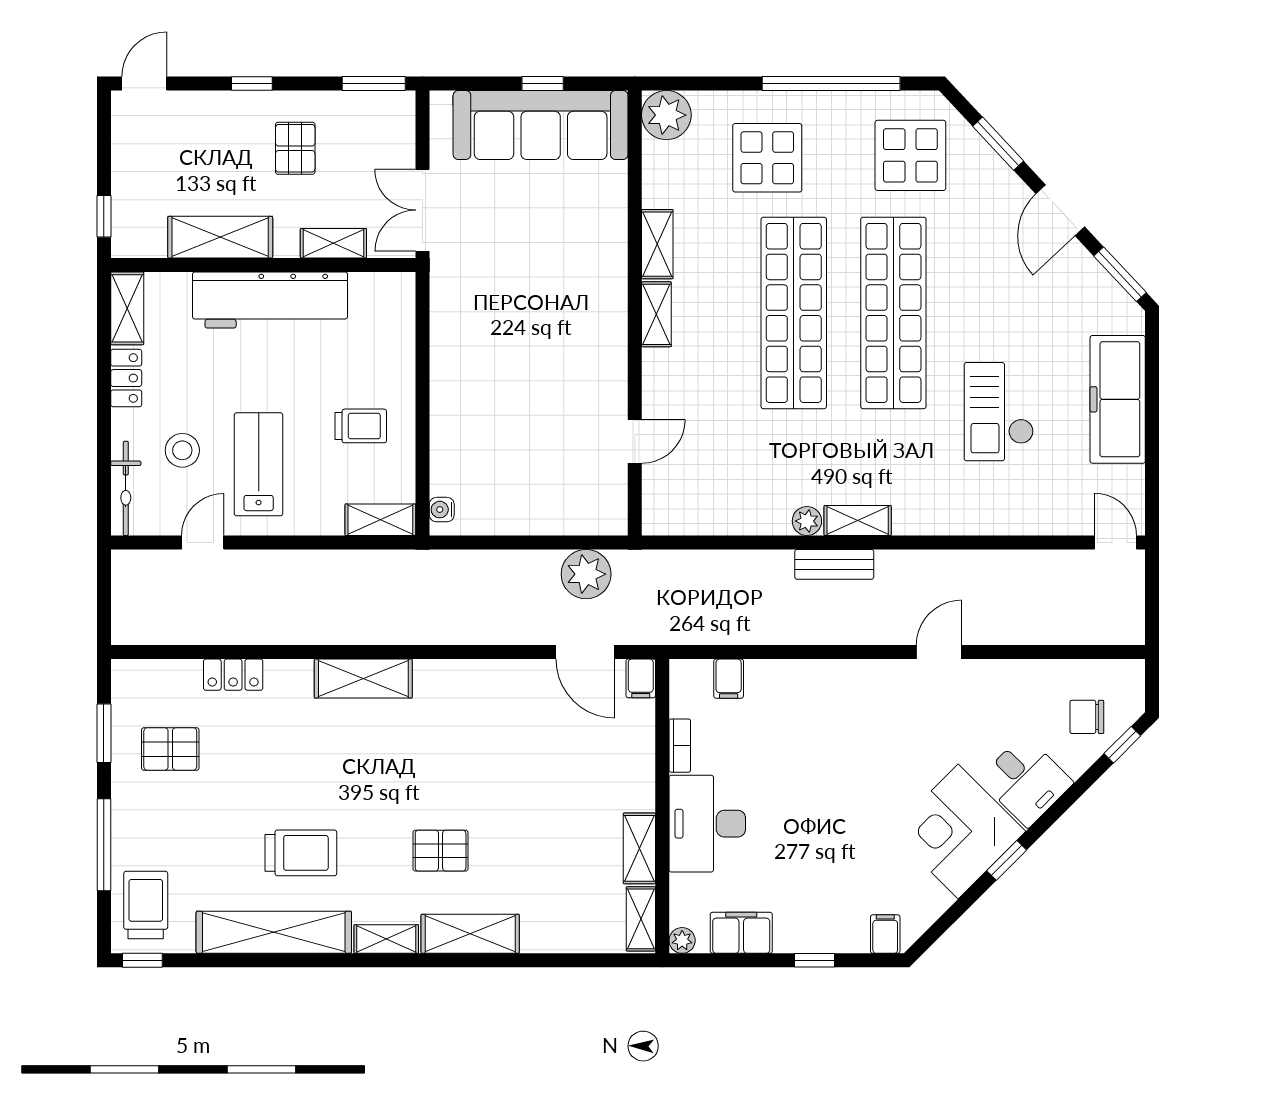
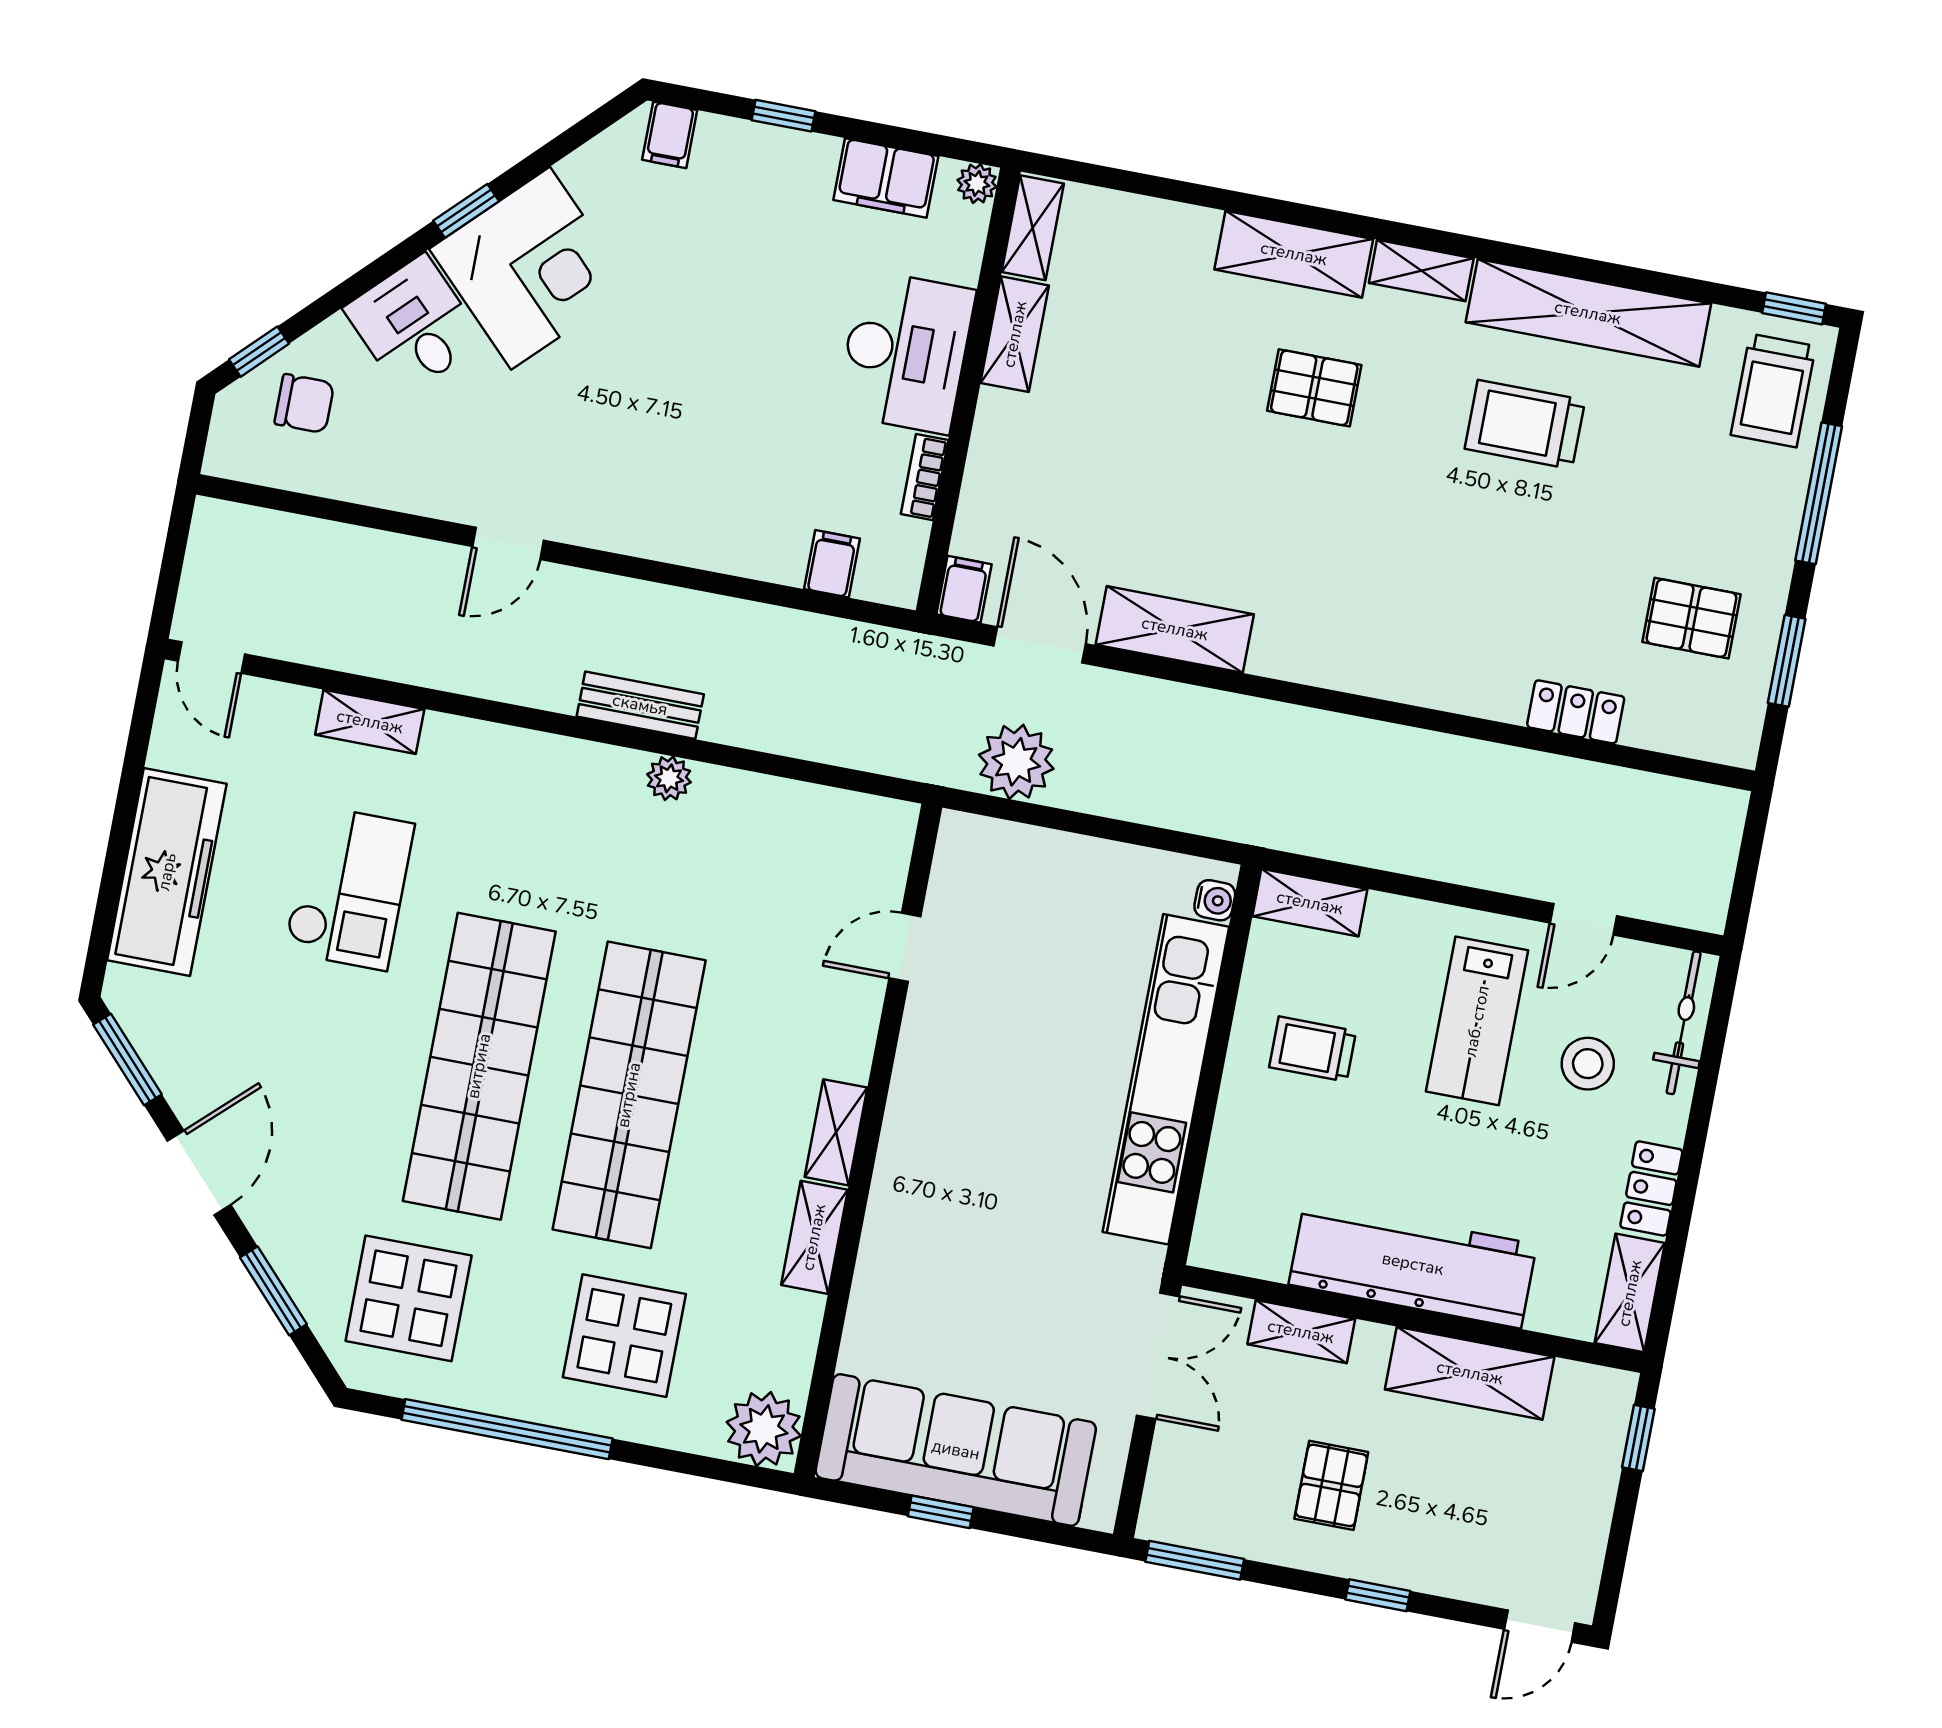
kitchen unit: (451, 389) -> (1166, 1079), added
shelving: (858, 521) -> (370, 722), moved
shelving: (363, 678) -> (1175, 629), moved

